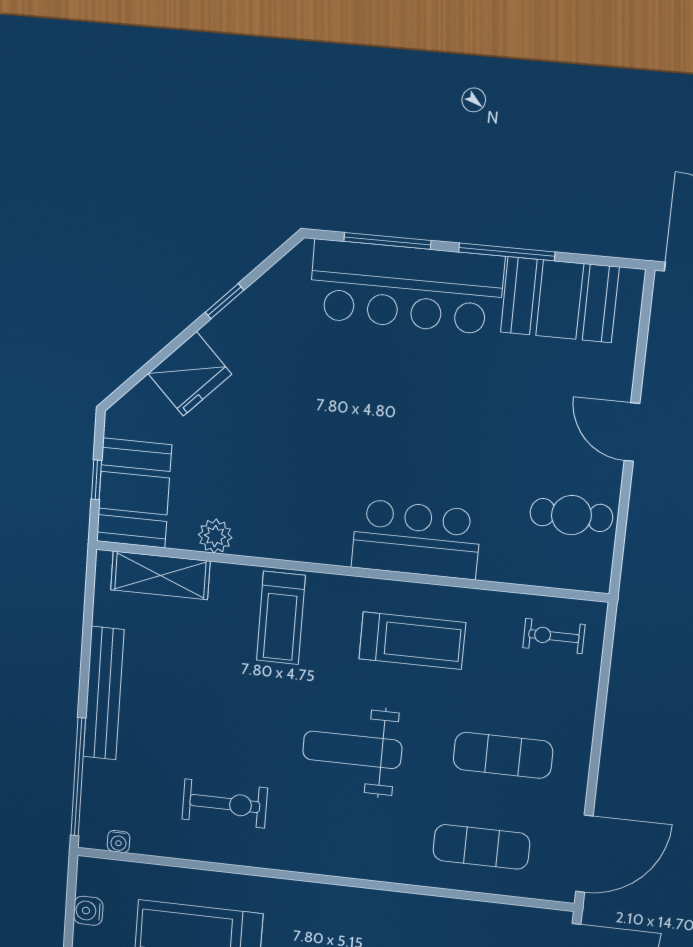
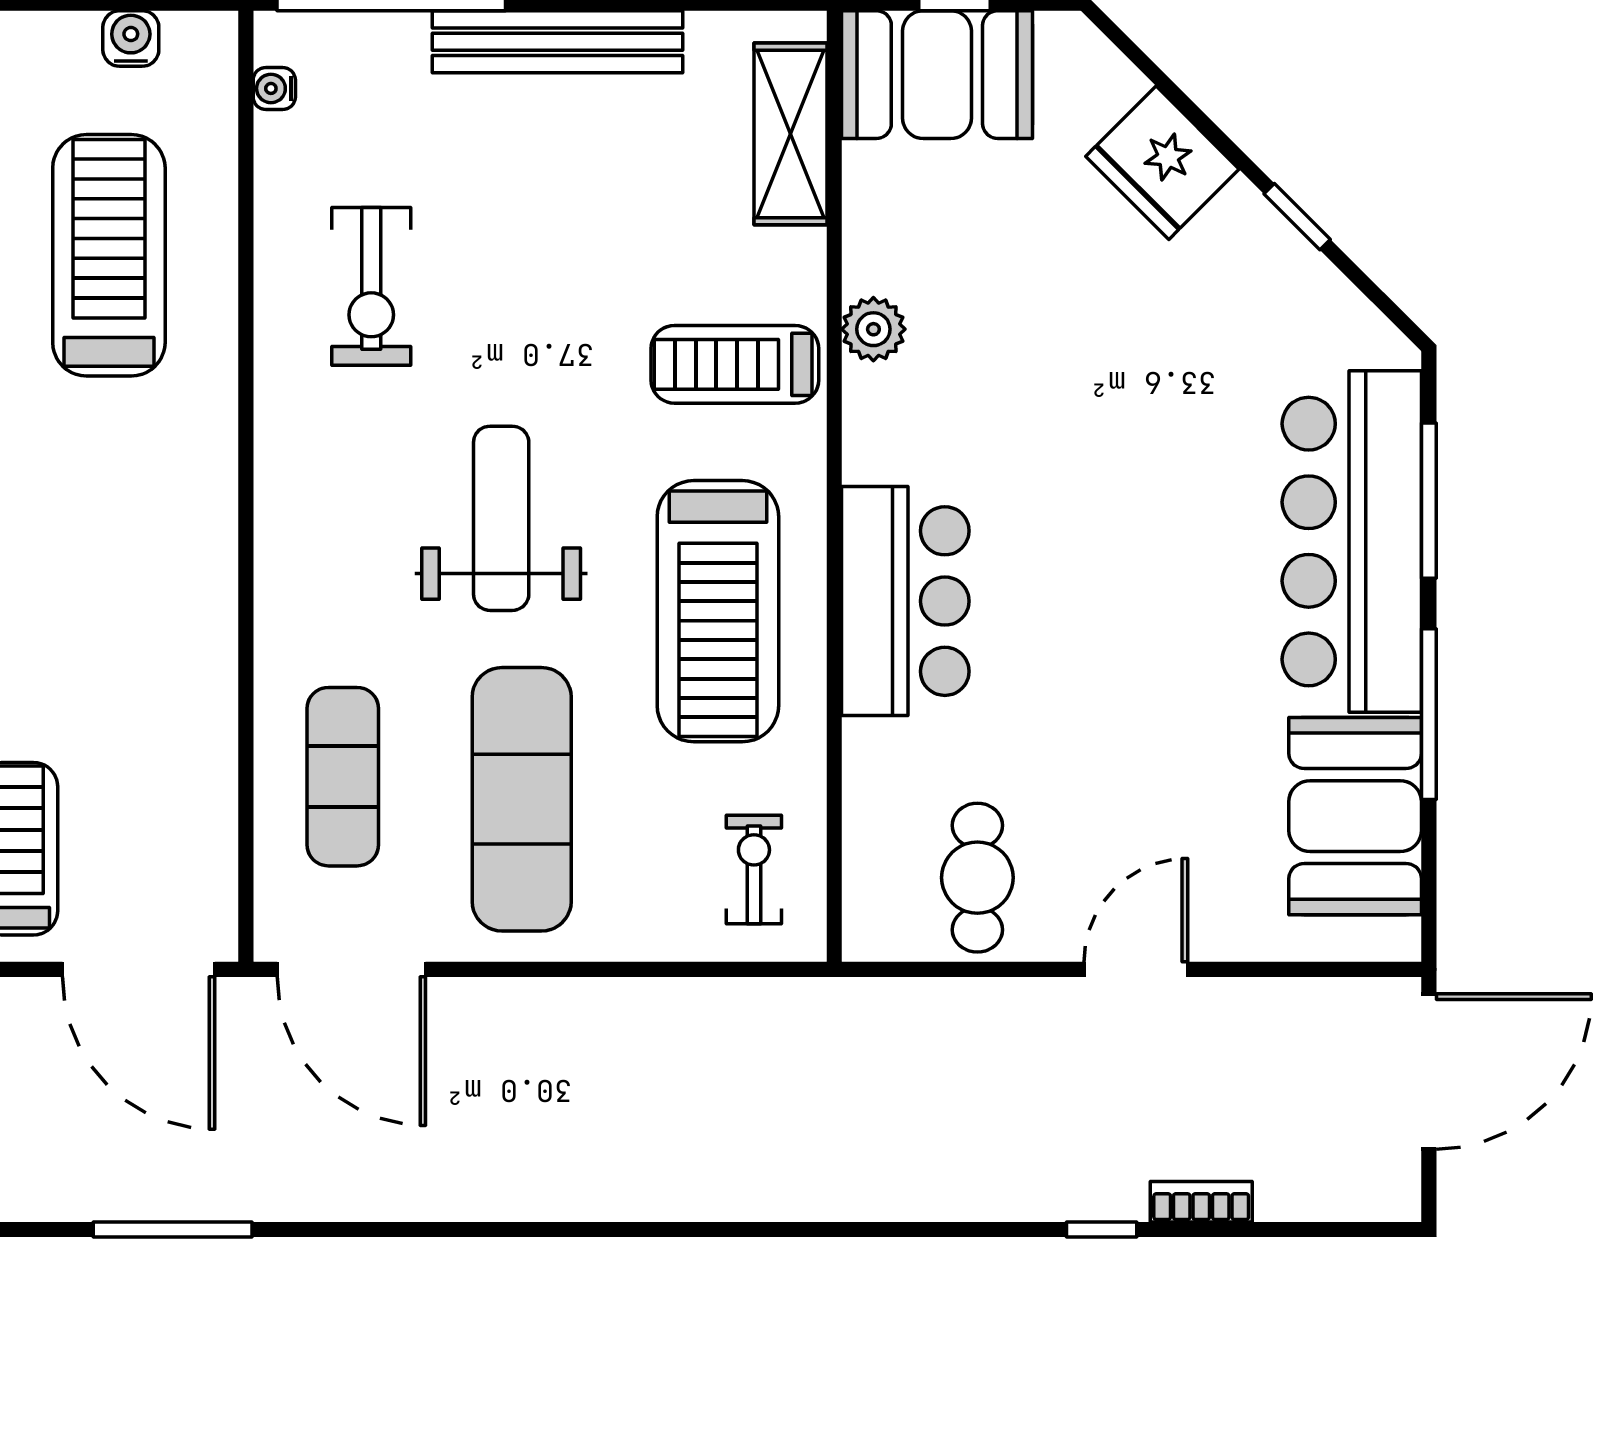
plant: (215, 536) -> (873, 329), moved
treadmill: (412, 641) -> (718, 611), width x1.37, depth x1.38
exercise mat: (503, 755) -> (522, 799), width x1.36, depth x1.45

